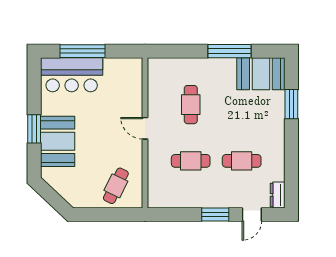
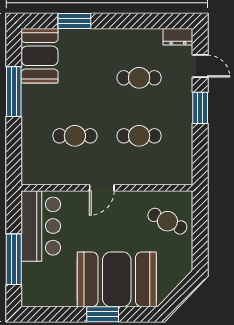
bar counter: (72, 75) -> (41, 226), moved
booth: (58, 141) -> (117, 279), width x1.36, depth x1.42
cafe table: (191, 161) -> (139, 136), turned 90
cafe table: (242, 161) -> (139, 78), turned 90

